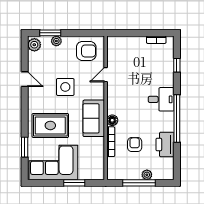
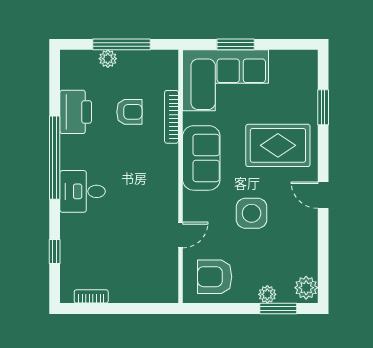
door: (25, 79) -> (323, 195), moved
floor lamp: (112, 120) -> (169, 155), removed
armchair: (135, 145) -> (129, 112), turned -90
corner sofa: (53, 162) -> (225, 80), moved

